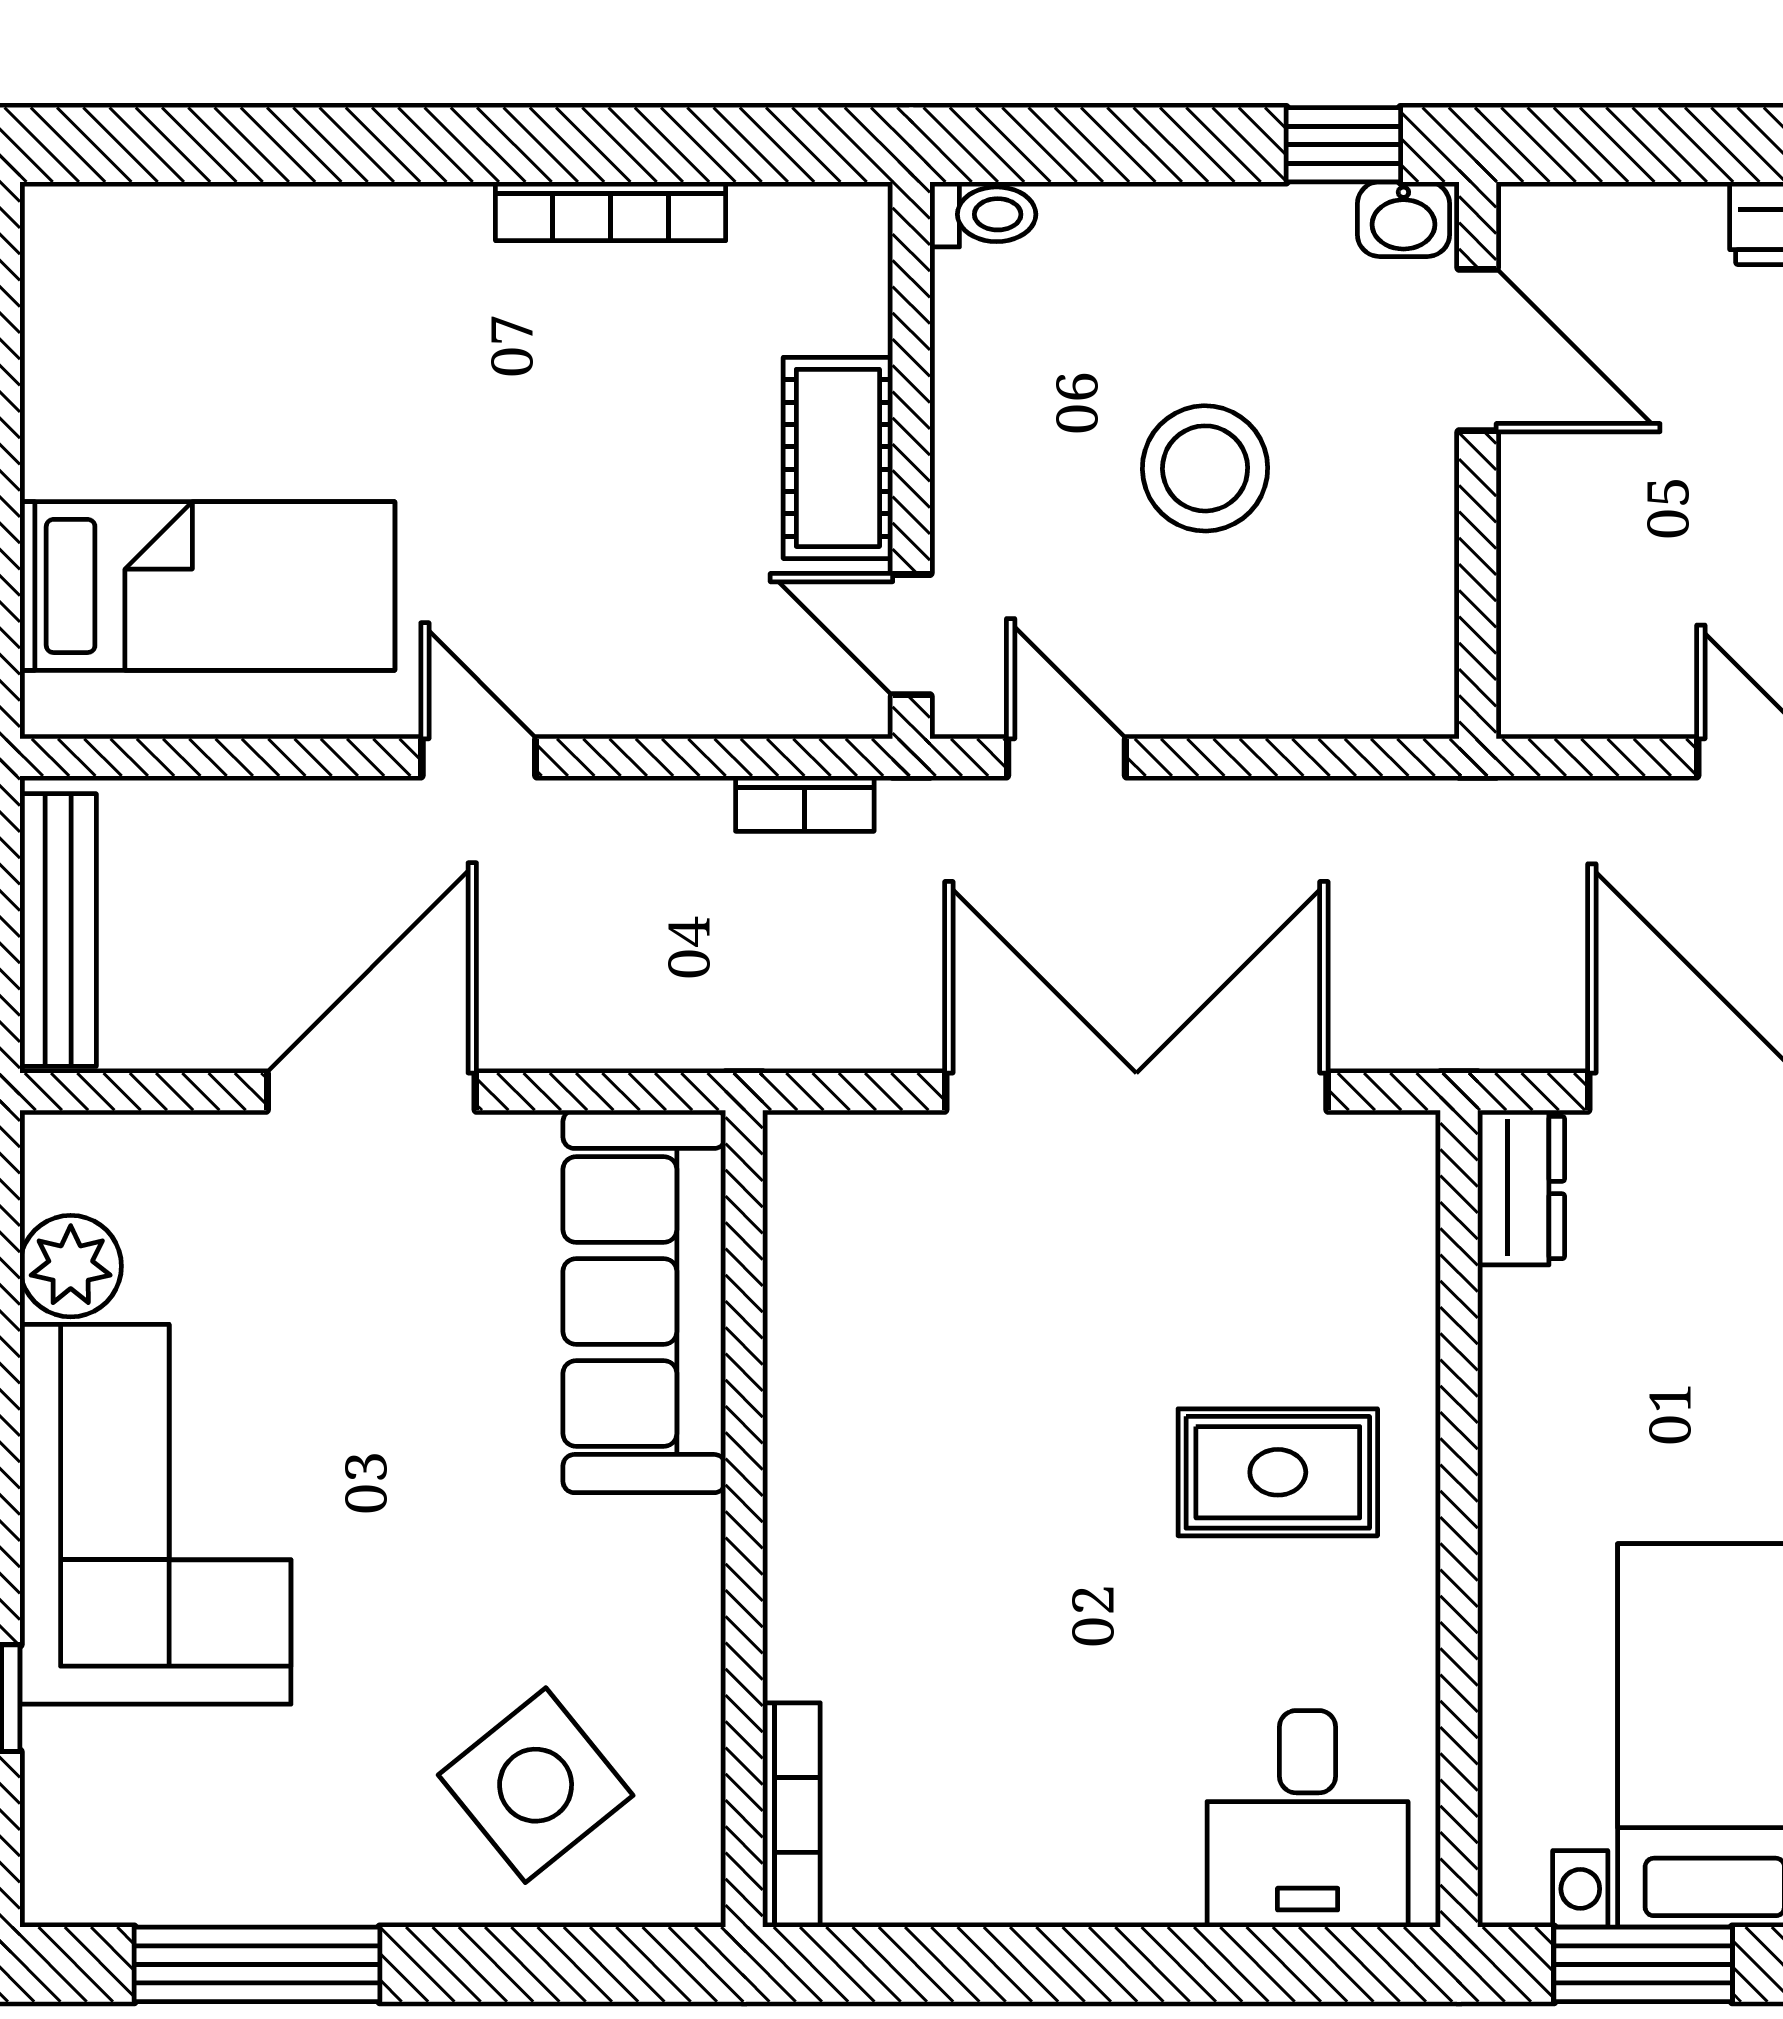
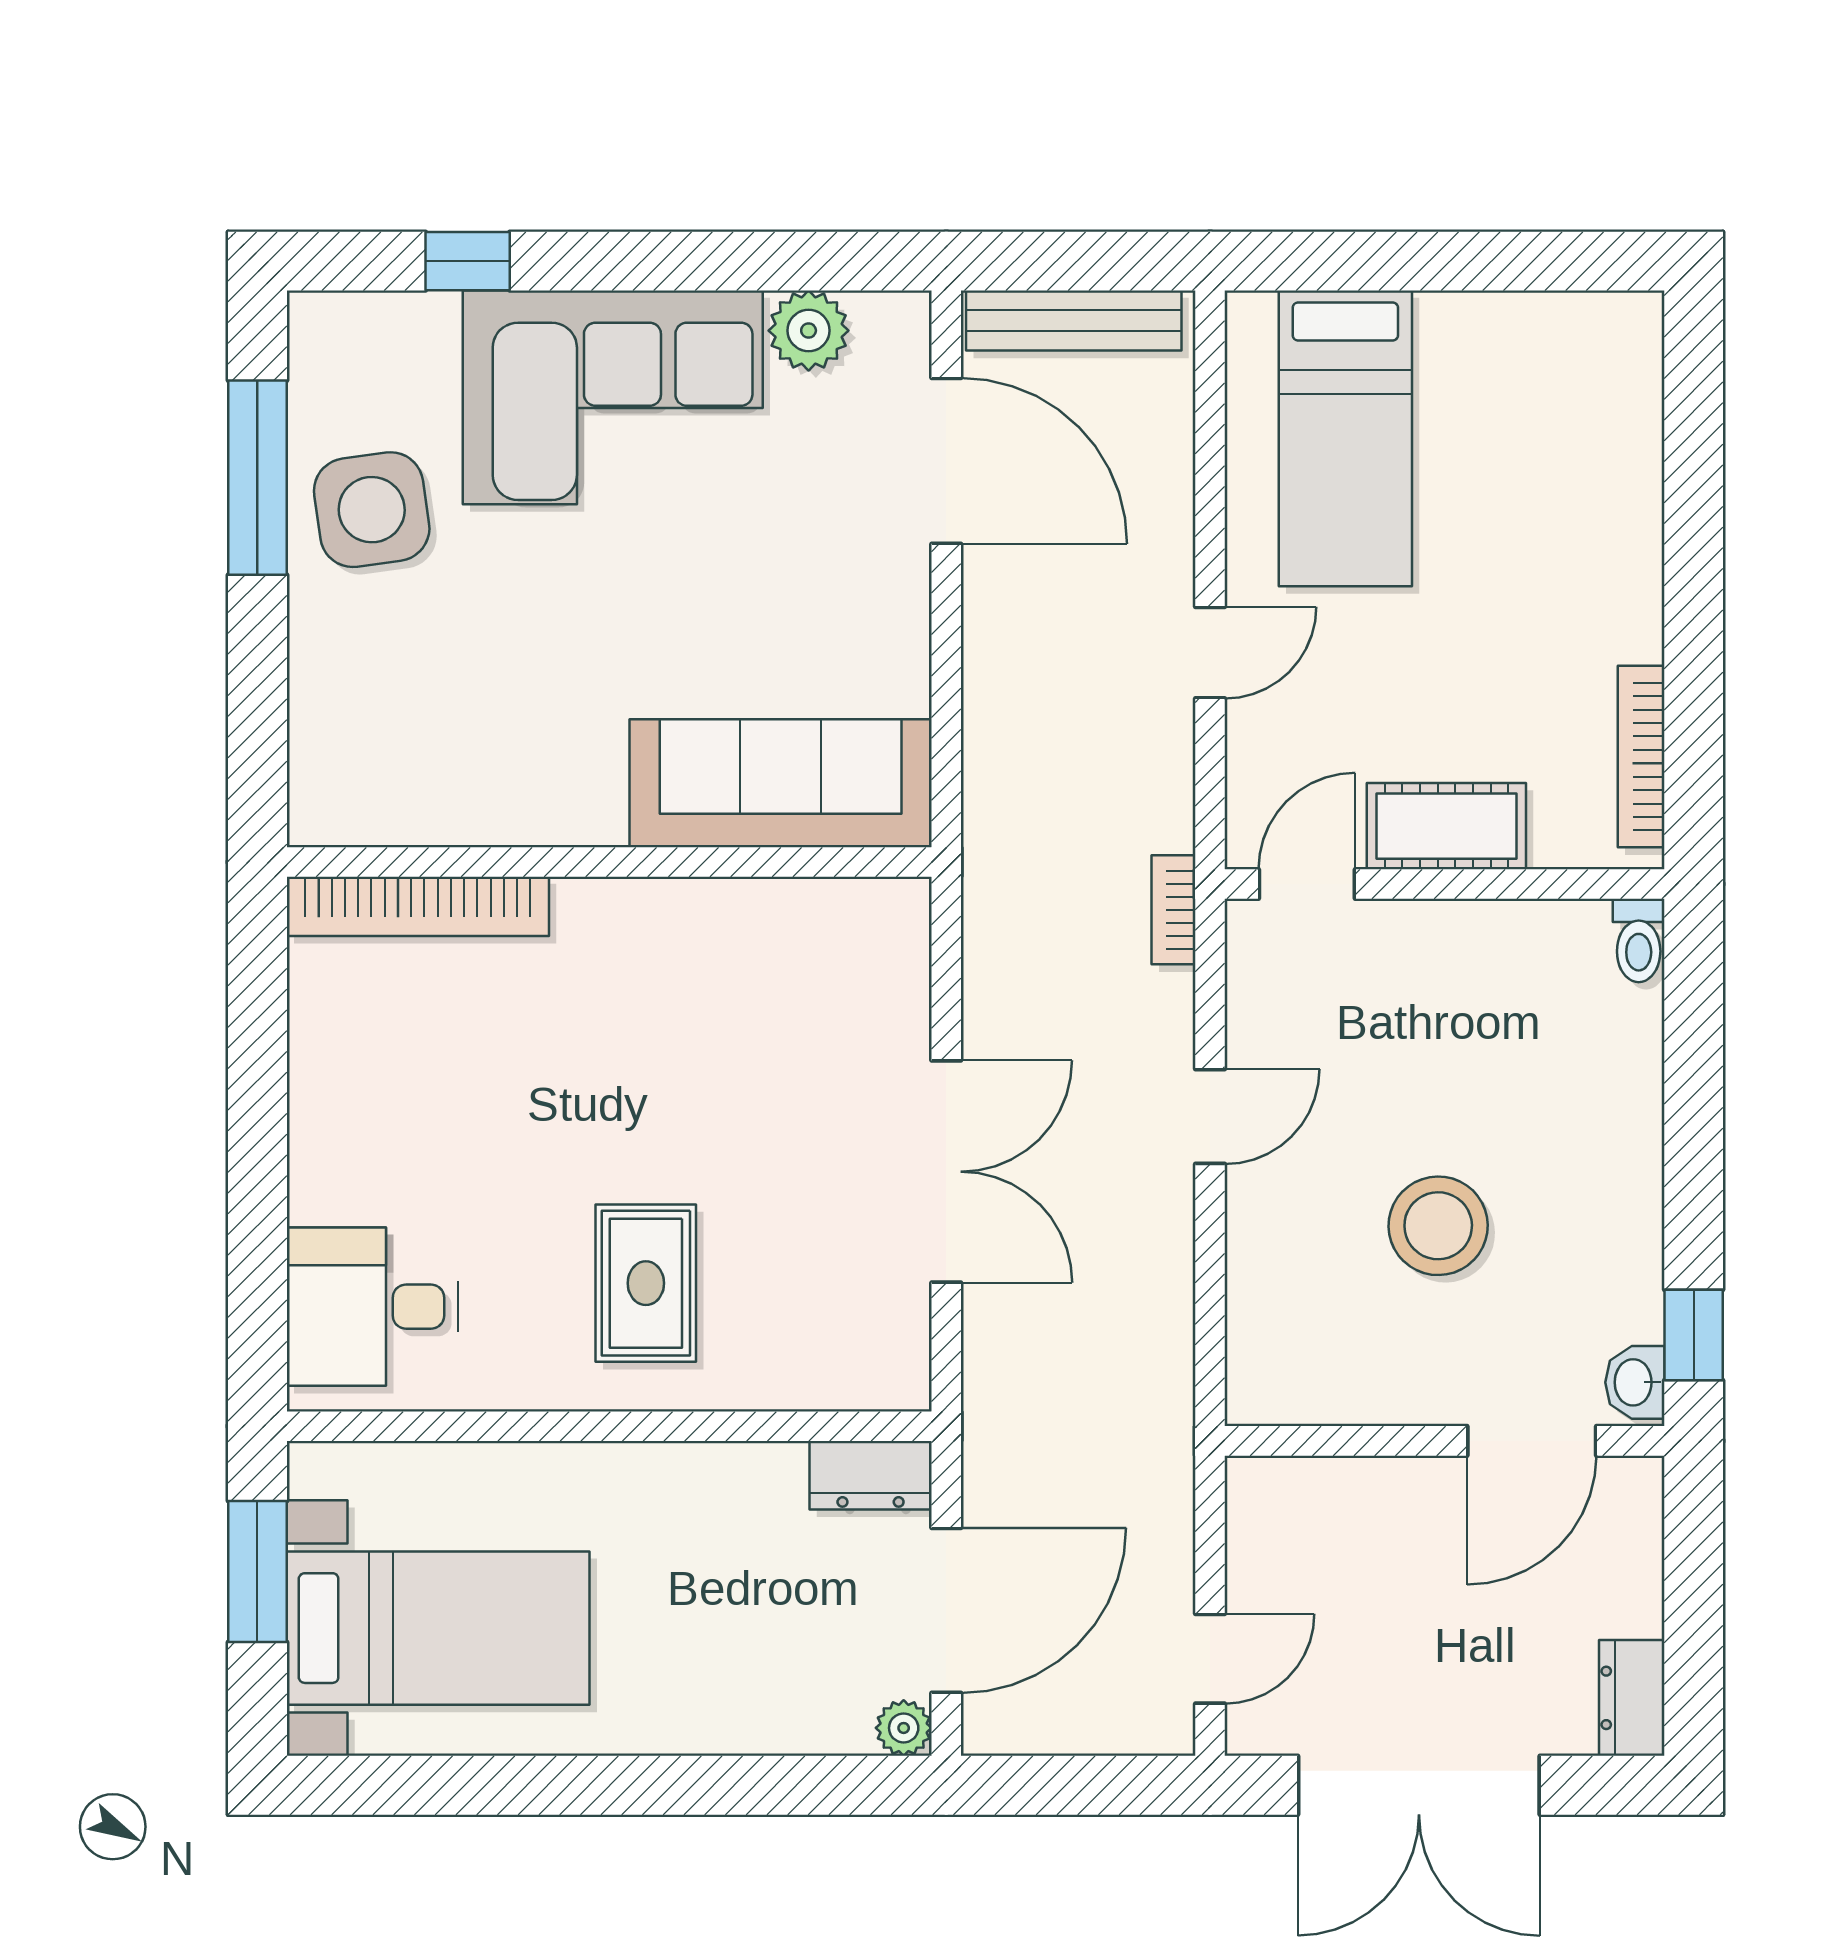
toilet: (983, 214) -> (1639, 940), moved
cot: (838, 458) -> (1446, 826), moved
wall: (911, 460) -> (1445, 884), moved
door: (911, 635) -> (1307, 884), moved
door: (371, 1092) -> (946, 461), moved
double door: (1136, 1092) -> (946, 1172), width x0.73
side table: (536, 1785) -> (372, 510), moved, turned 31
bookcase: (791, 1815) -> (418, 906), width x1.48, depth x1.31

